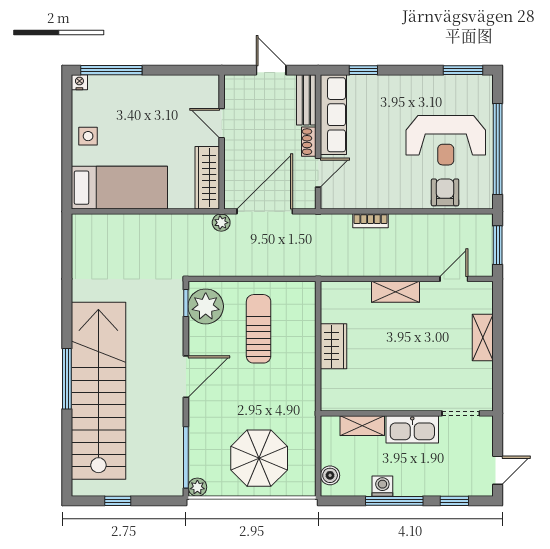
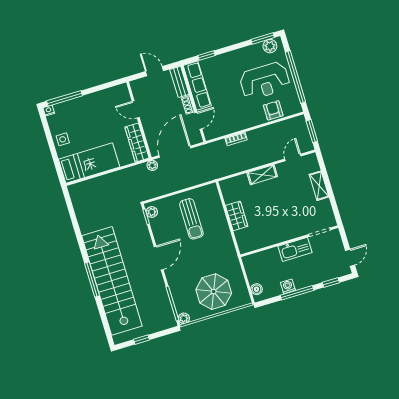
plant: (471, 86) -> (270, 46), added
plant: (206, 306) -> (152, 212), width x0.53, depth x0.53
sun lounger: (259, 329) -> (191, 219), turned 180
shelving: (362, 426) -> (266, 256), removed

